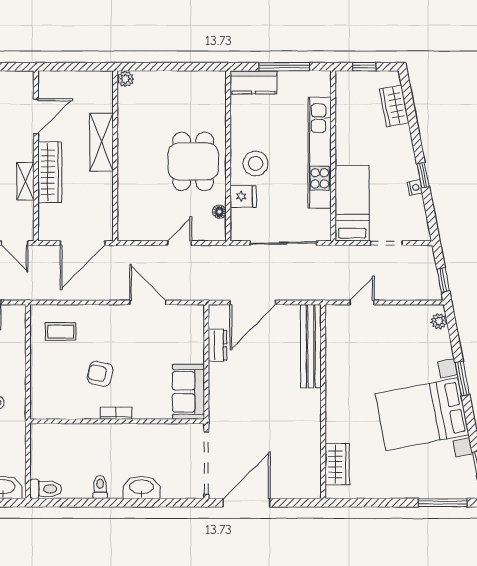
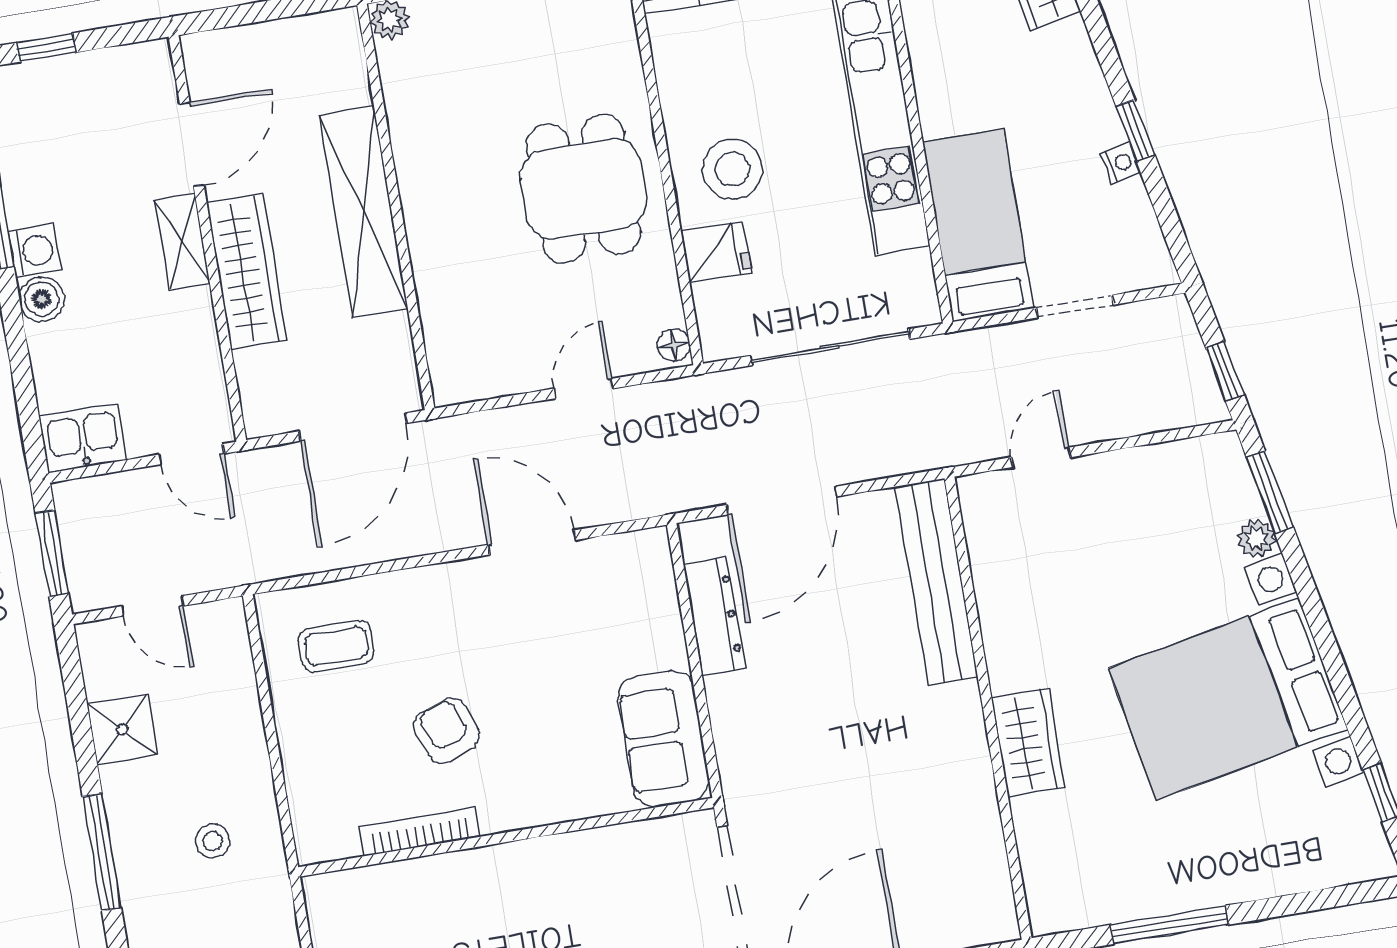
shelving: (102, 142) -> (363, 212), width x1.47
shelving: (25, 181) -> (182, 242), moved
floor lamp: (219, 212) -> (674, 345), moved
plant: (439, 321) -> (1256, 538), moved
dresser: (217, 345) -> (714, 616), width x1.44
armchair: (100, 374) -> (447, 731), turned 59
window: (462, 379) -> (1270, 492), moved
bookcase: (116, 413) -> (420, 832), moved, width x1.56
wardrobe: (337, 464) -> (1028, 742), moved
window: (443, 503) -> (1169, 925), moved

